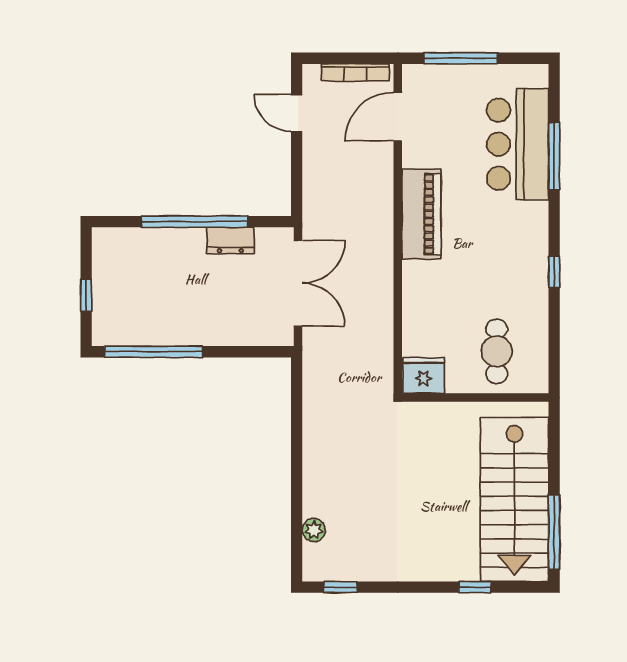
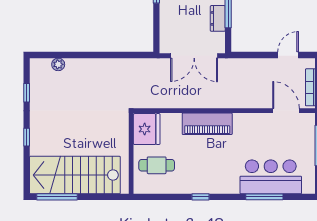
piano: (421, 214) -> (207, 124), moved
fridge: (424, 375) -> (147, 129), width x1.36, depth x1.34
window: (340, 587) -> (27, 93), moved
window: (475, 587) -> (27, 137), moved

